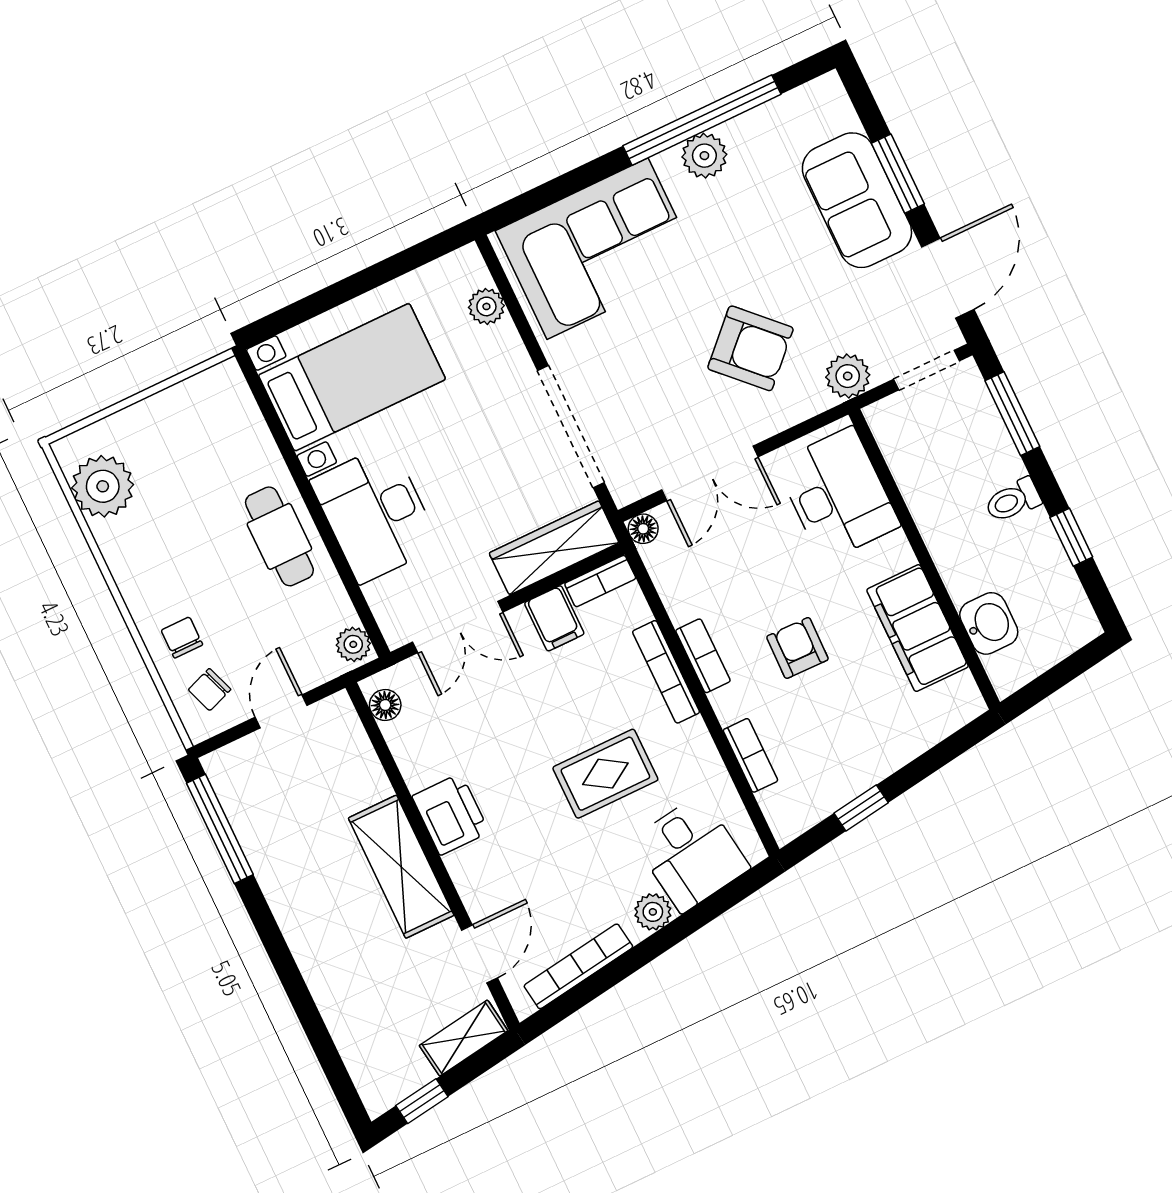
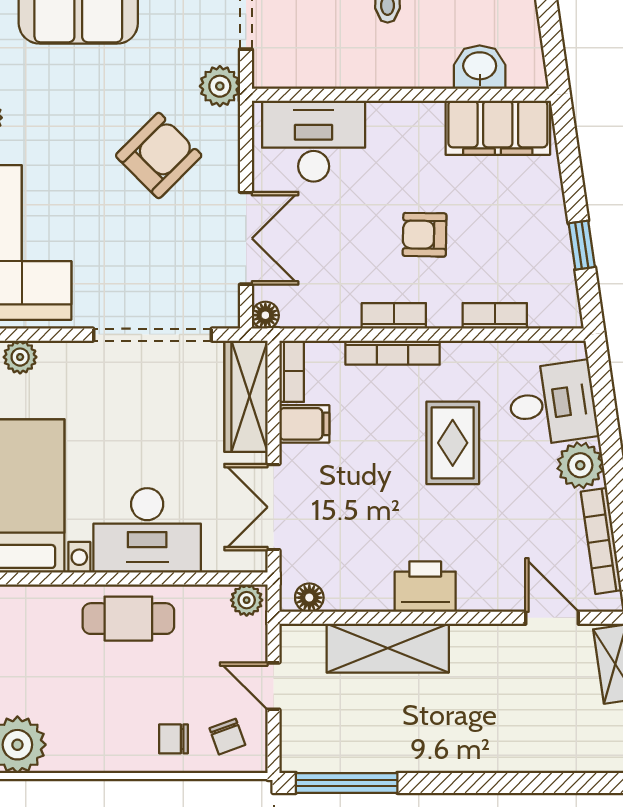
double door: (458, 627) -> (273, 507), swing flipped
filing cabinet: (918, 628) -> (498, 128), moved
shelving: (401, 867) -> (388, 648), moved
plant: (653, 912) -> (580, 465), width x1.38, depth x1.38

